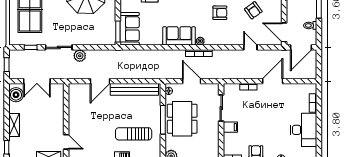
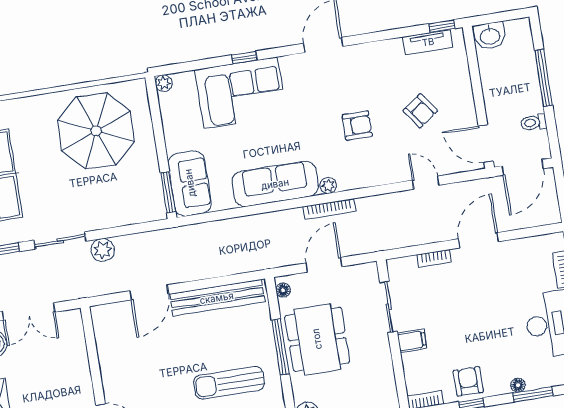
sofa: (179, 36) -> (275, 184), width x1.36
door: (192, 81) -> (324, 265), hinge flipped

